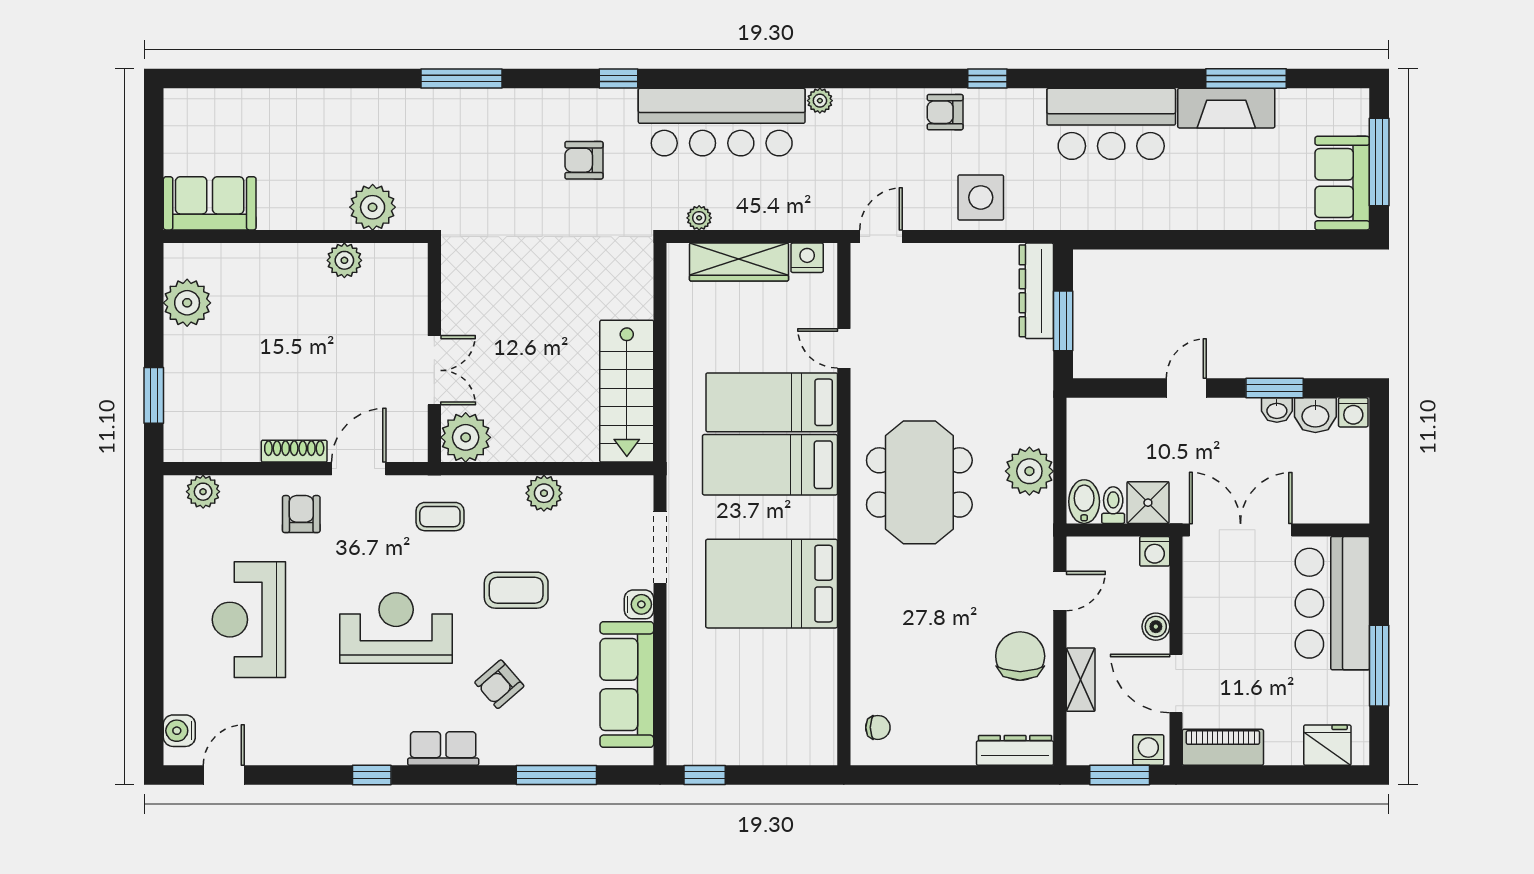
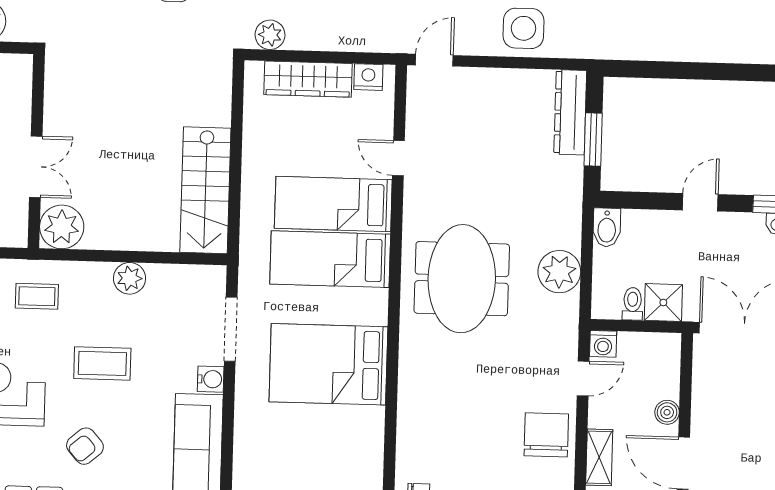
plant: (699, 218) -> (270, 35), width x1.38, depth x1.38
bidet: (1084, 502) -> (607, 227), moved, turned 180
washing machine: (1155, 551) -> (603, 344), moved

